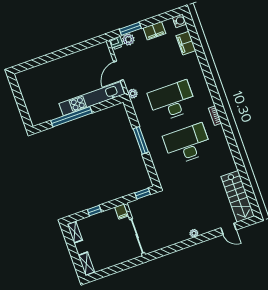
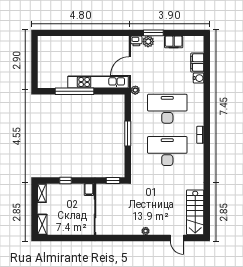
water cooler: (179, 21) -> (199, 78), moved

